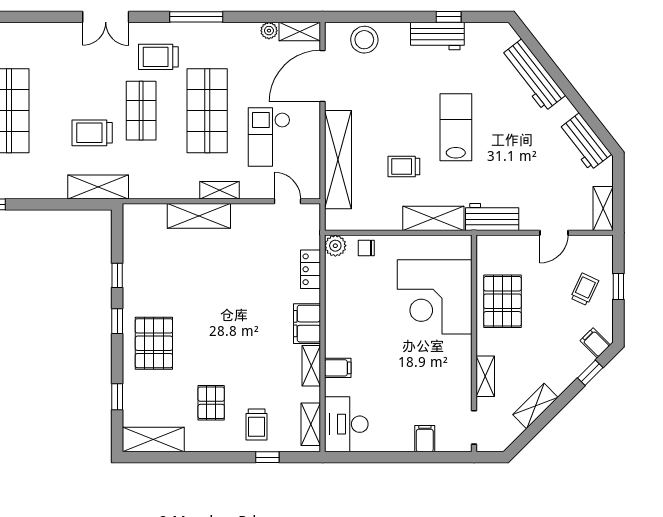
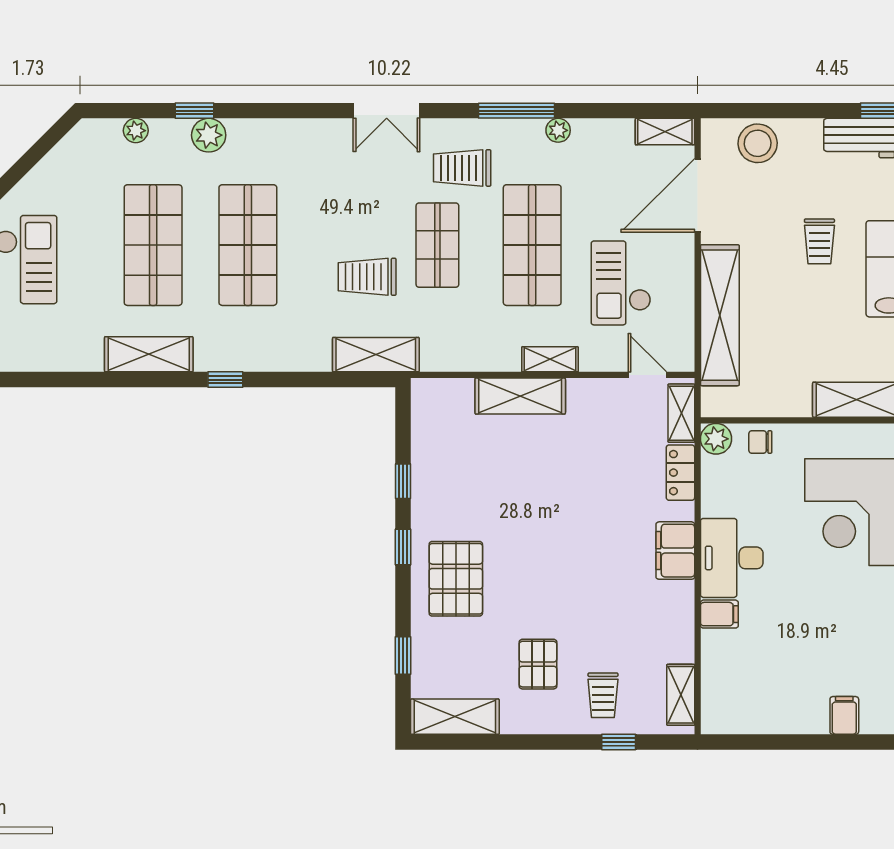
plant: (269, 31) -> (558, 130), moved
trolley: (404, 166) -> (819, 241), moved, turned -90
shelving: (311, 366) -> (681, 413), moved
desk: (346, 424) -> (732, 558), moved

